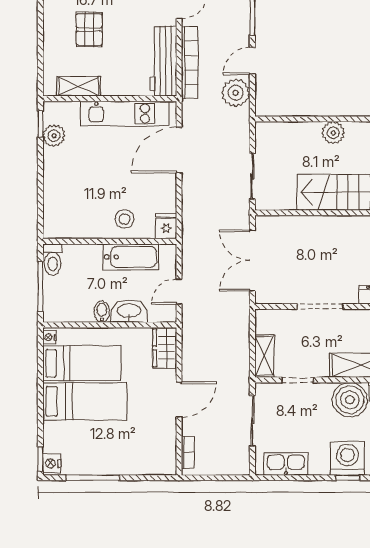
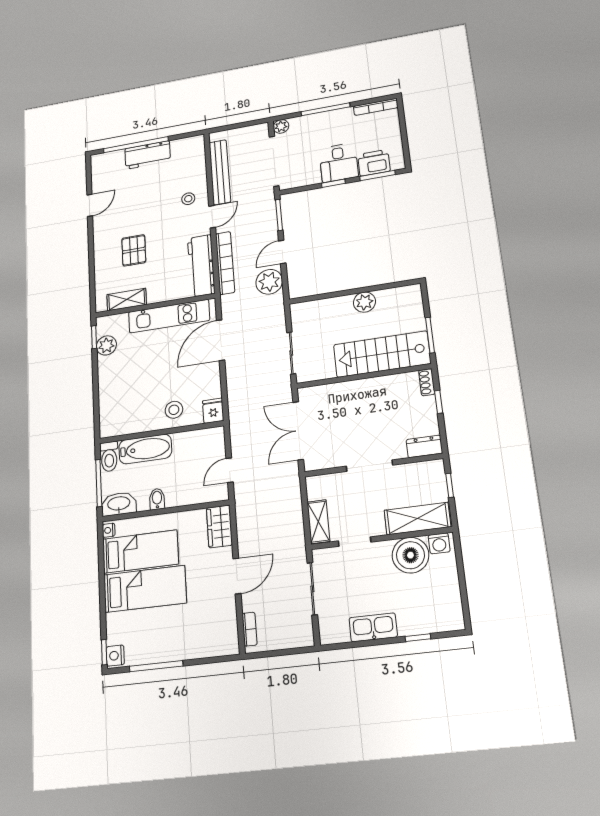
bathtub: (131, 257) -> (145, 449), moved
washbasin: (129, 311) -> (119, 504), moved
washing machine: (347, 458) -> (415, 617), removed
kitchen sink: (286, 464) -> (373, 627), moved

